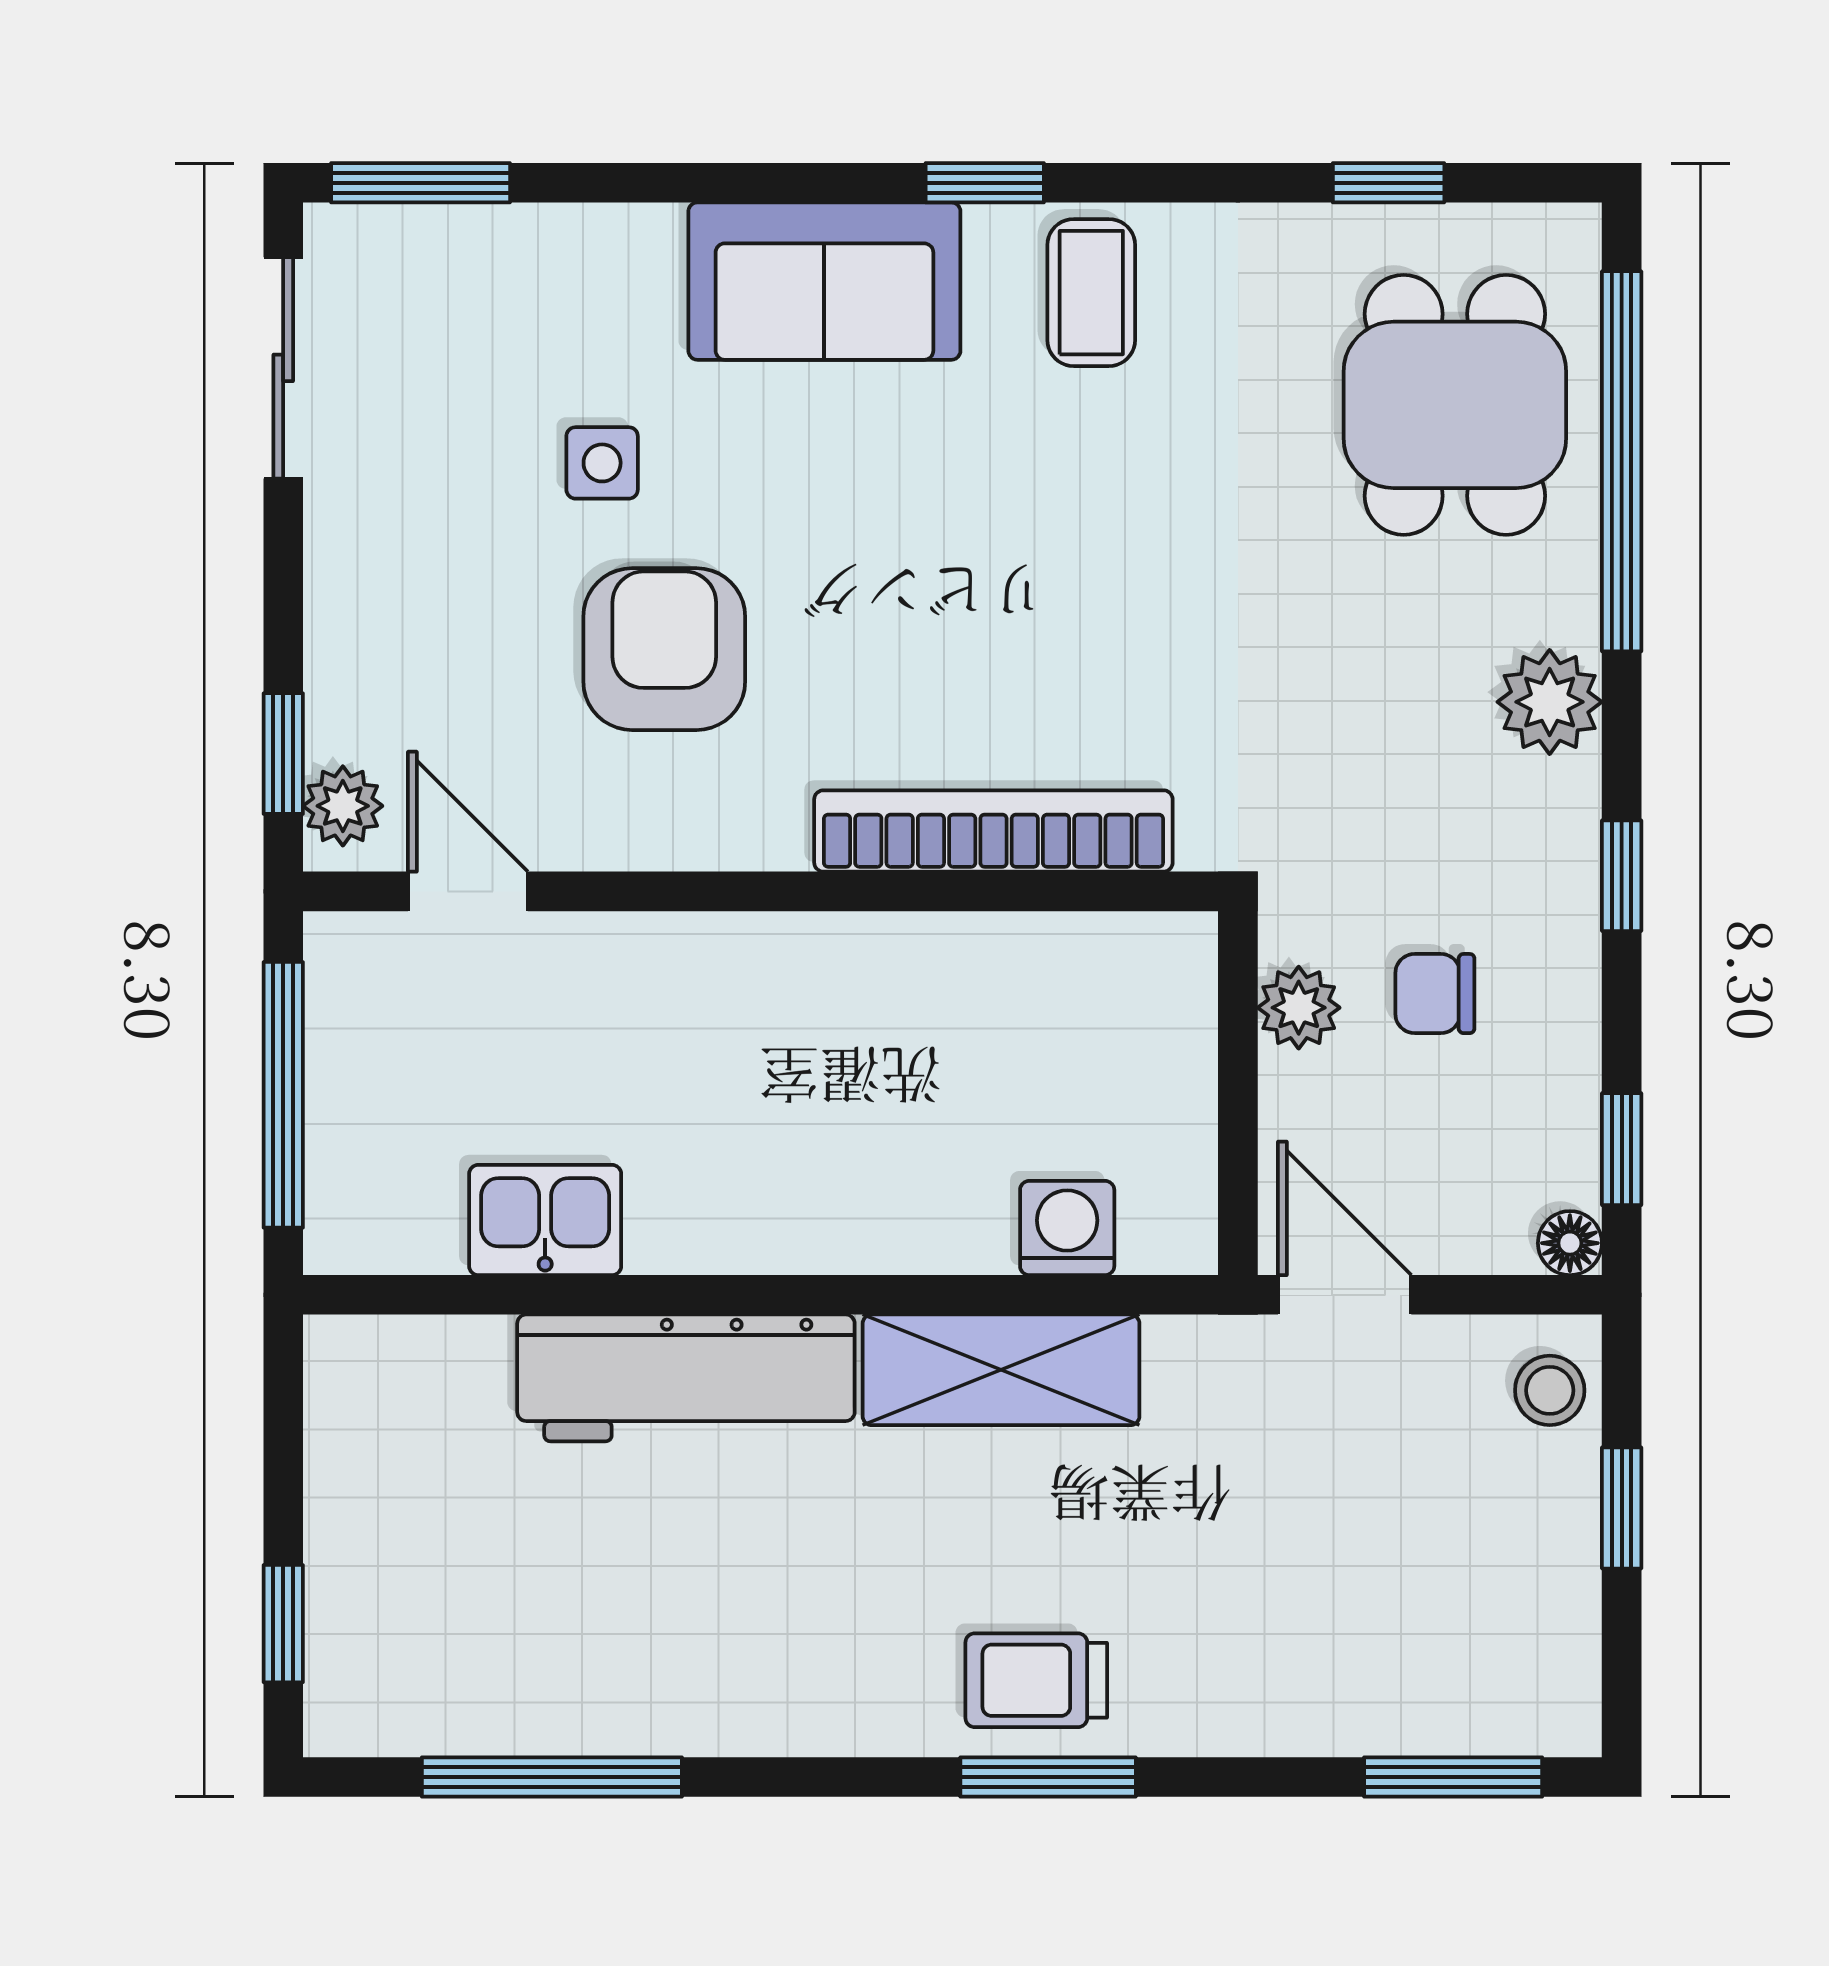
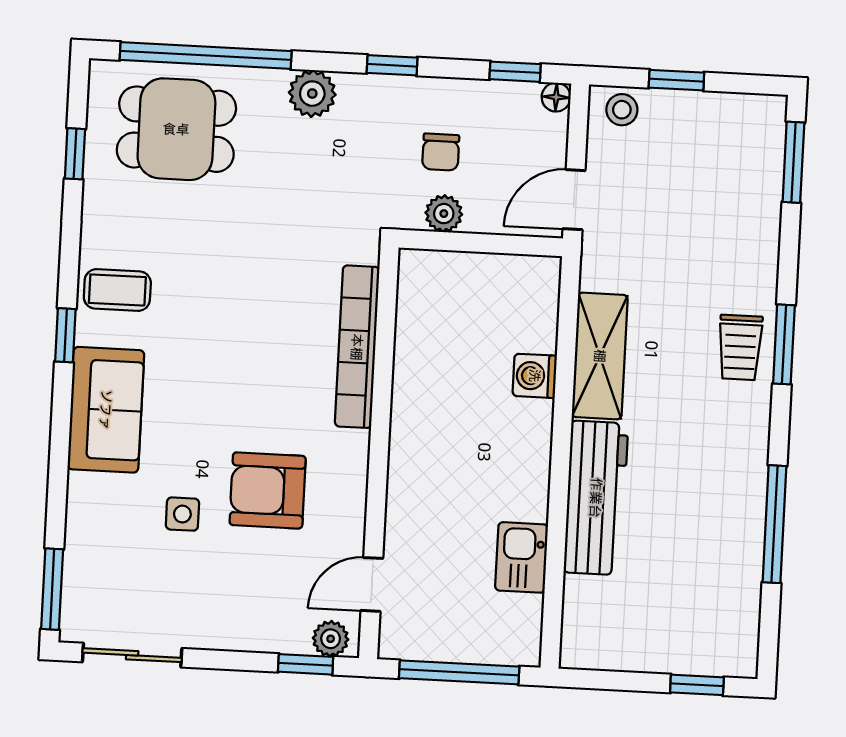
washing machine: (1067, 1228) -> (535, 376), moved
window: (552, 1777) -> (775, 524), moved

